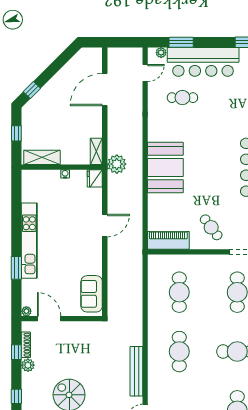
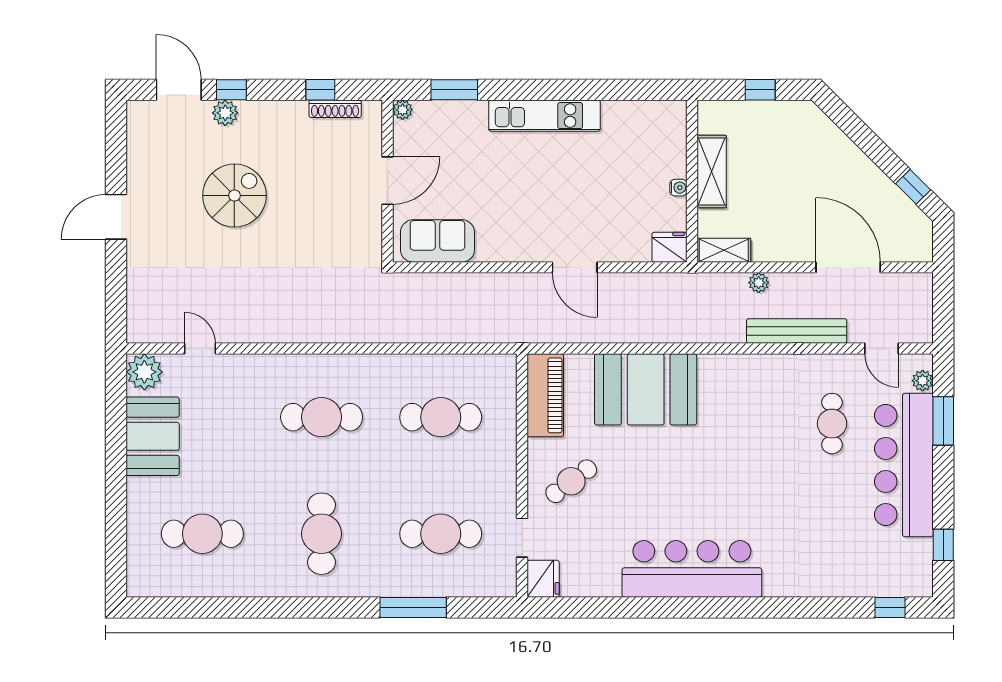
window: (32, 90) -> (913, 187), moved
shelving: (42, 157) -> (712, 172), moved
plant: (117, 164) -> (759, 283), moved, width x0.53, depth x0.53
booth: (165, 168) -> (646, 389), moved
kitchen unit: (29, 241) -> (544, 116), width x0.73
window: (16, 268) -> (454, 90), moved
door: (49, 319) -> (388, 181), moved
plant: (28, 365) -> (225, 113), moved
bench: (136, 371) -> (797, 331), moved

